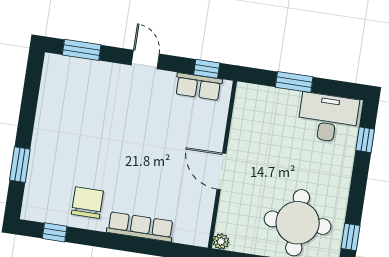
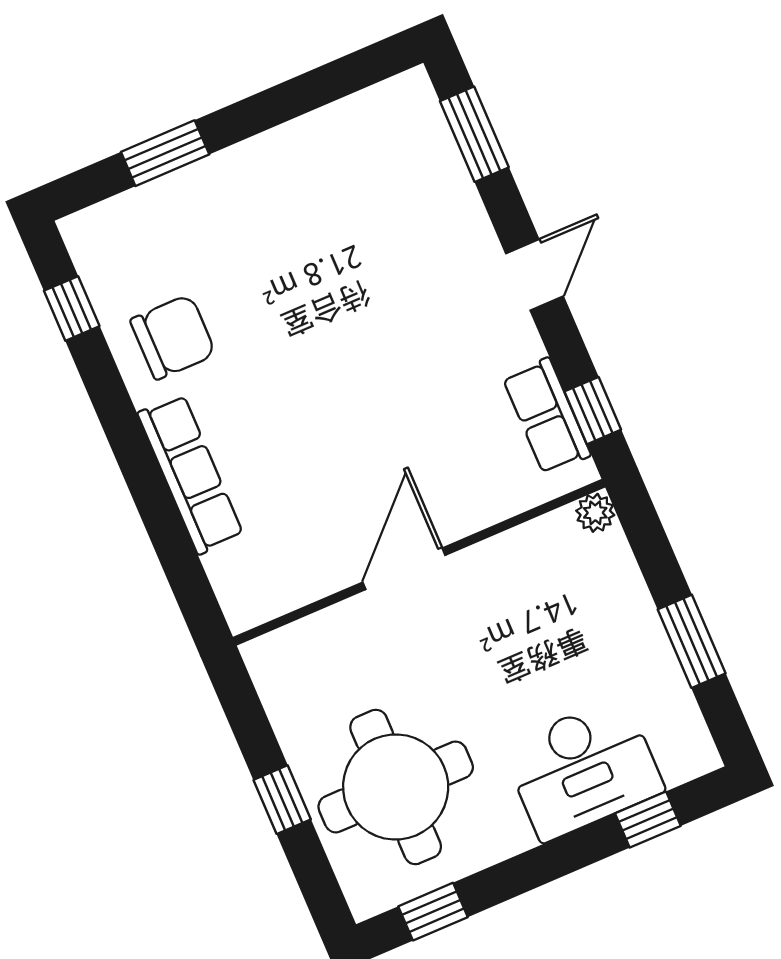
window: (294, 82) -> (692, 641), moved
desk: (328, 118) -> (583, 769), moved, turned 90
plant: (221, 241) -> (595, 513), moved

